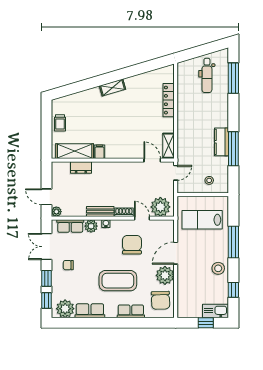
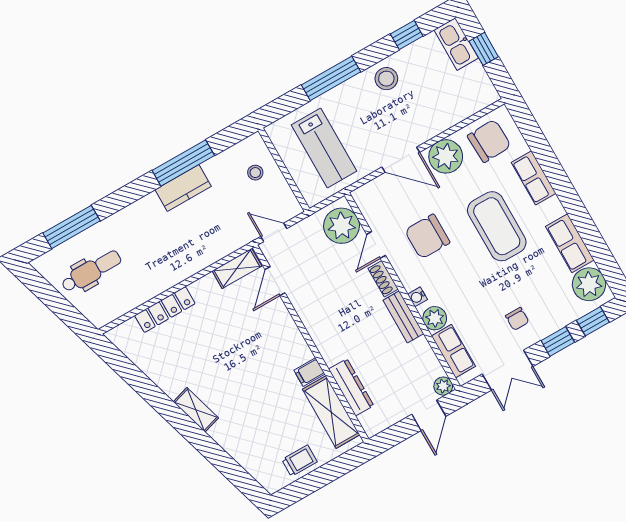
dresser: (81, 168) -> (351, 387), width x1.44

